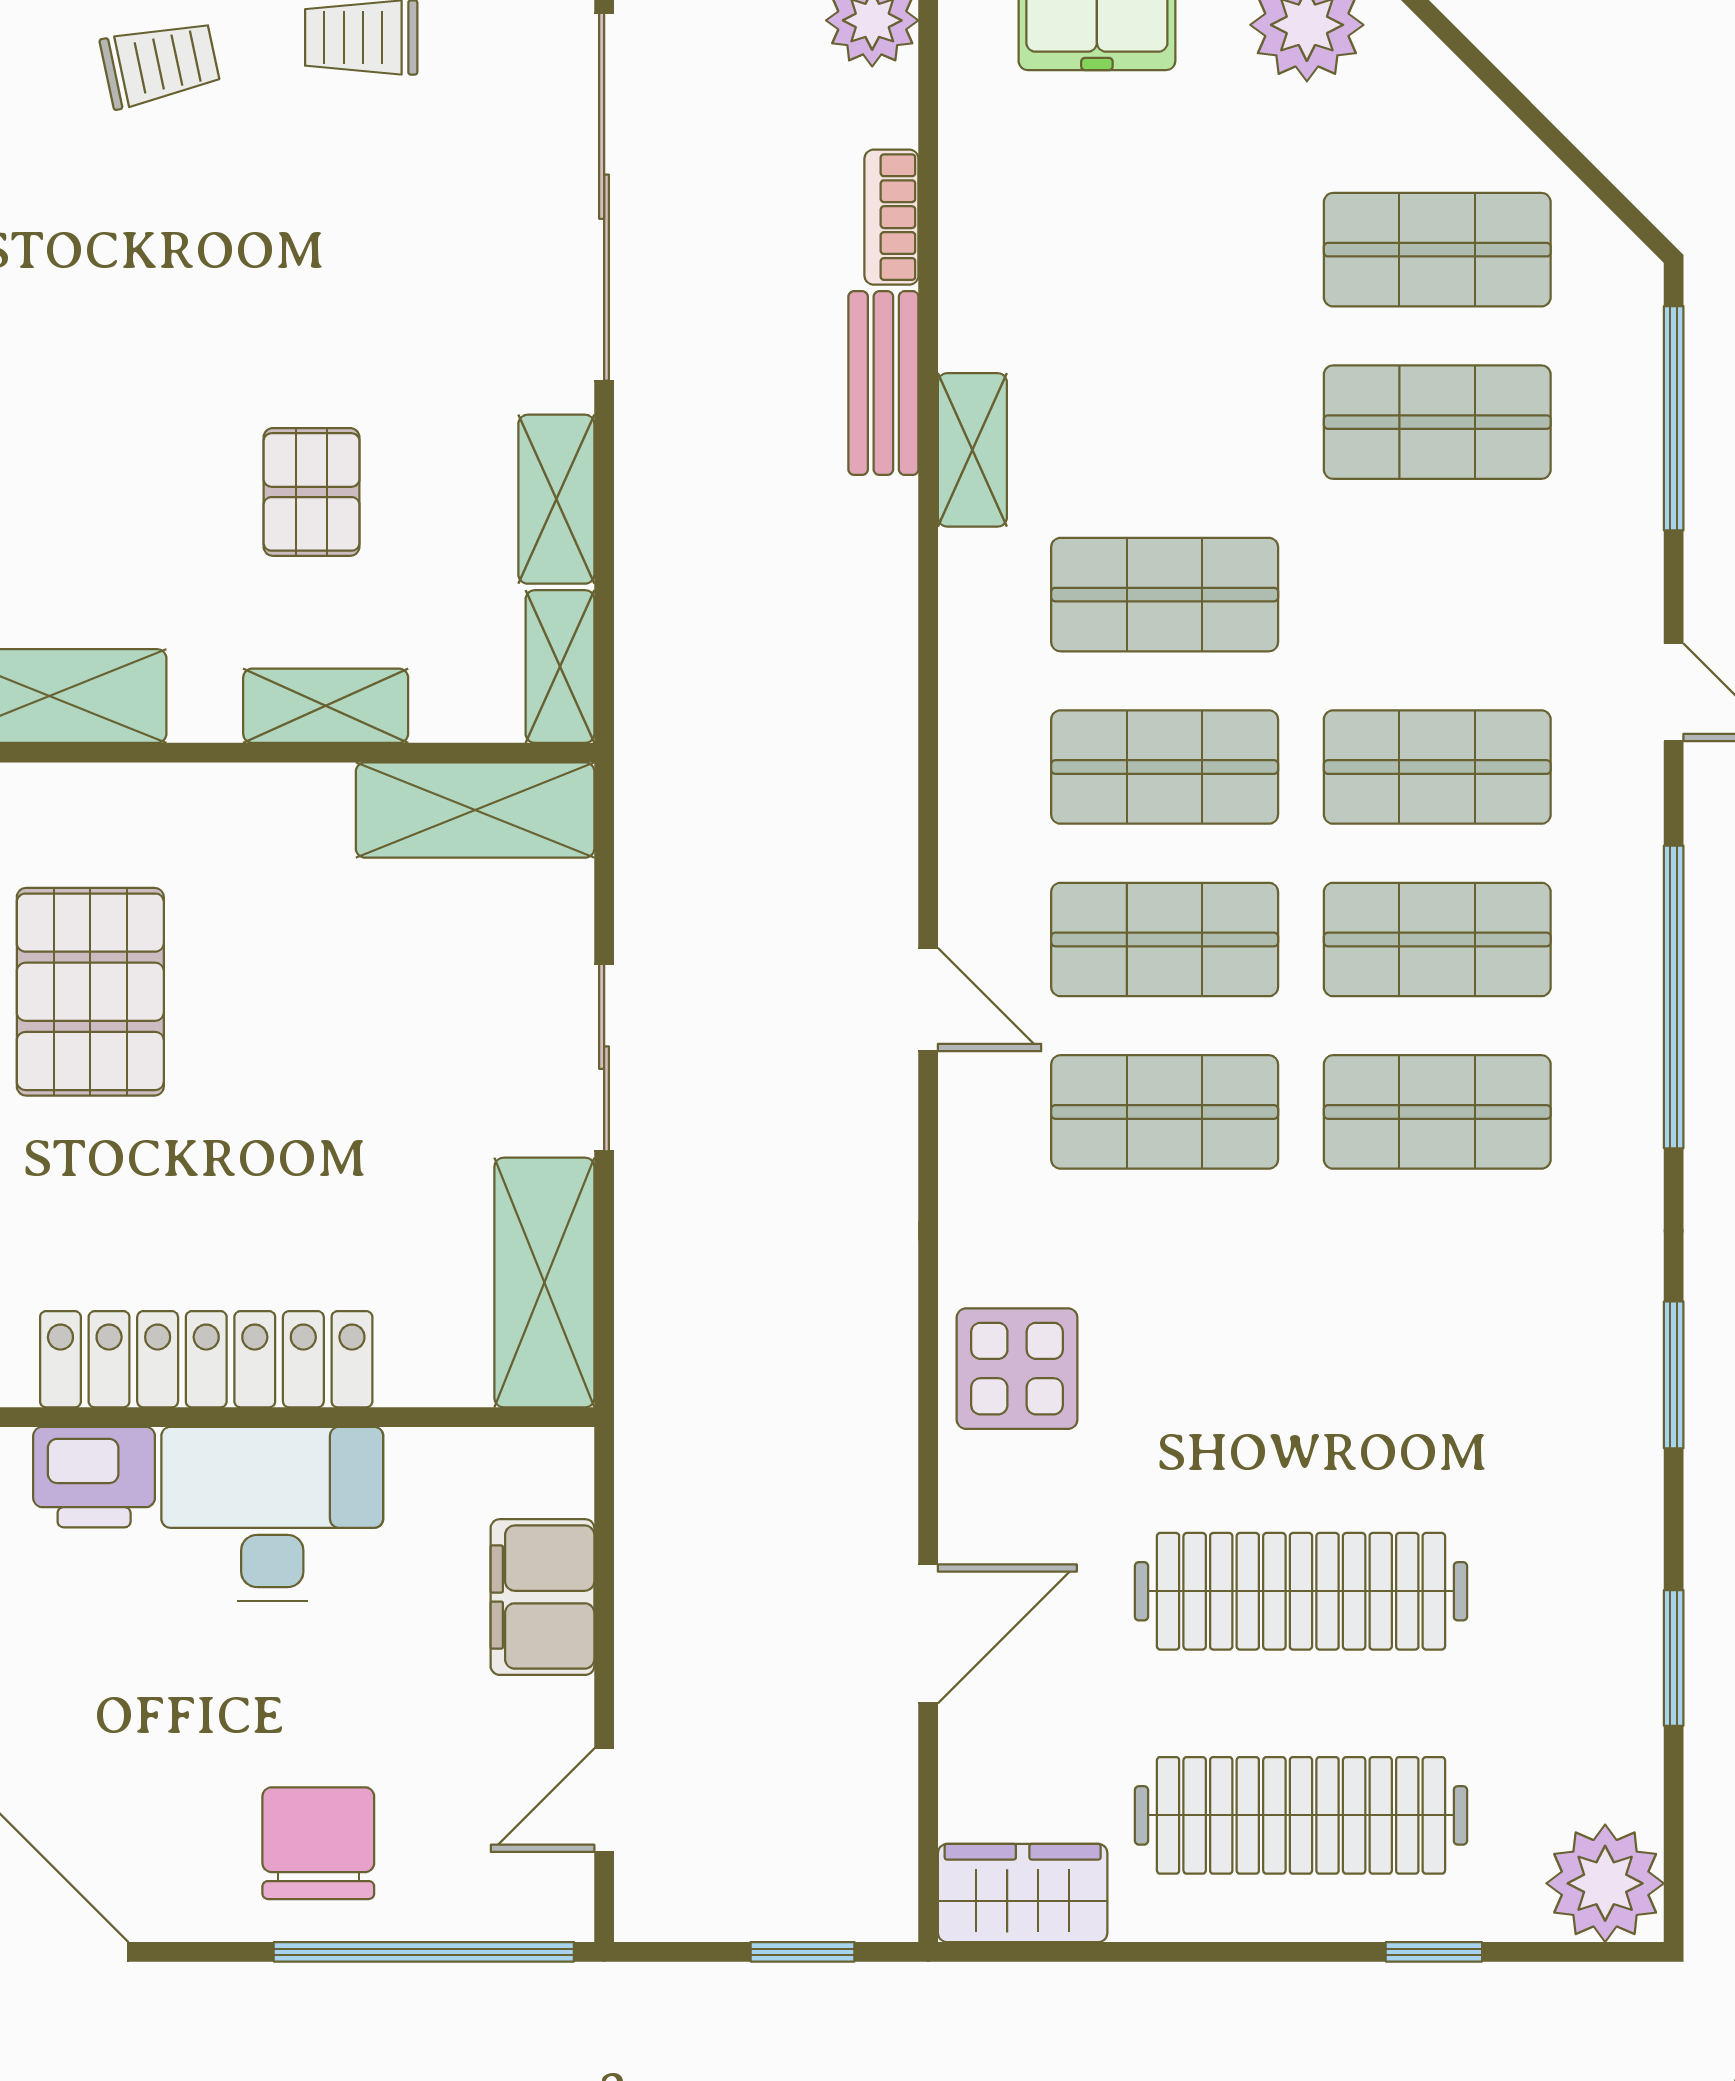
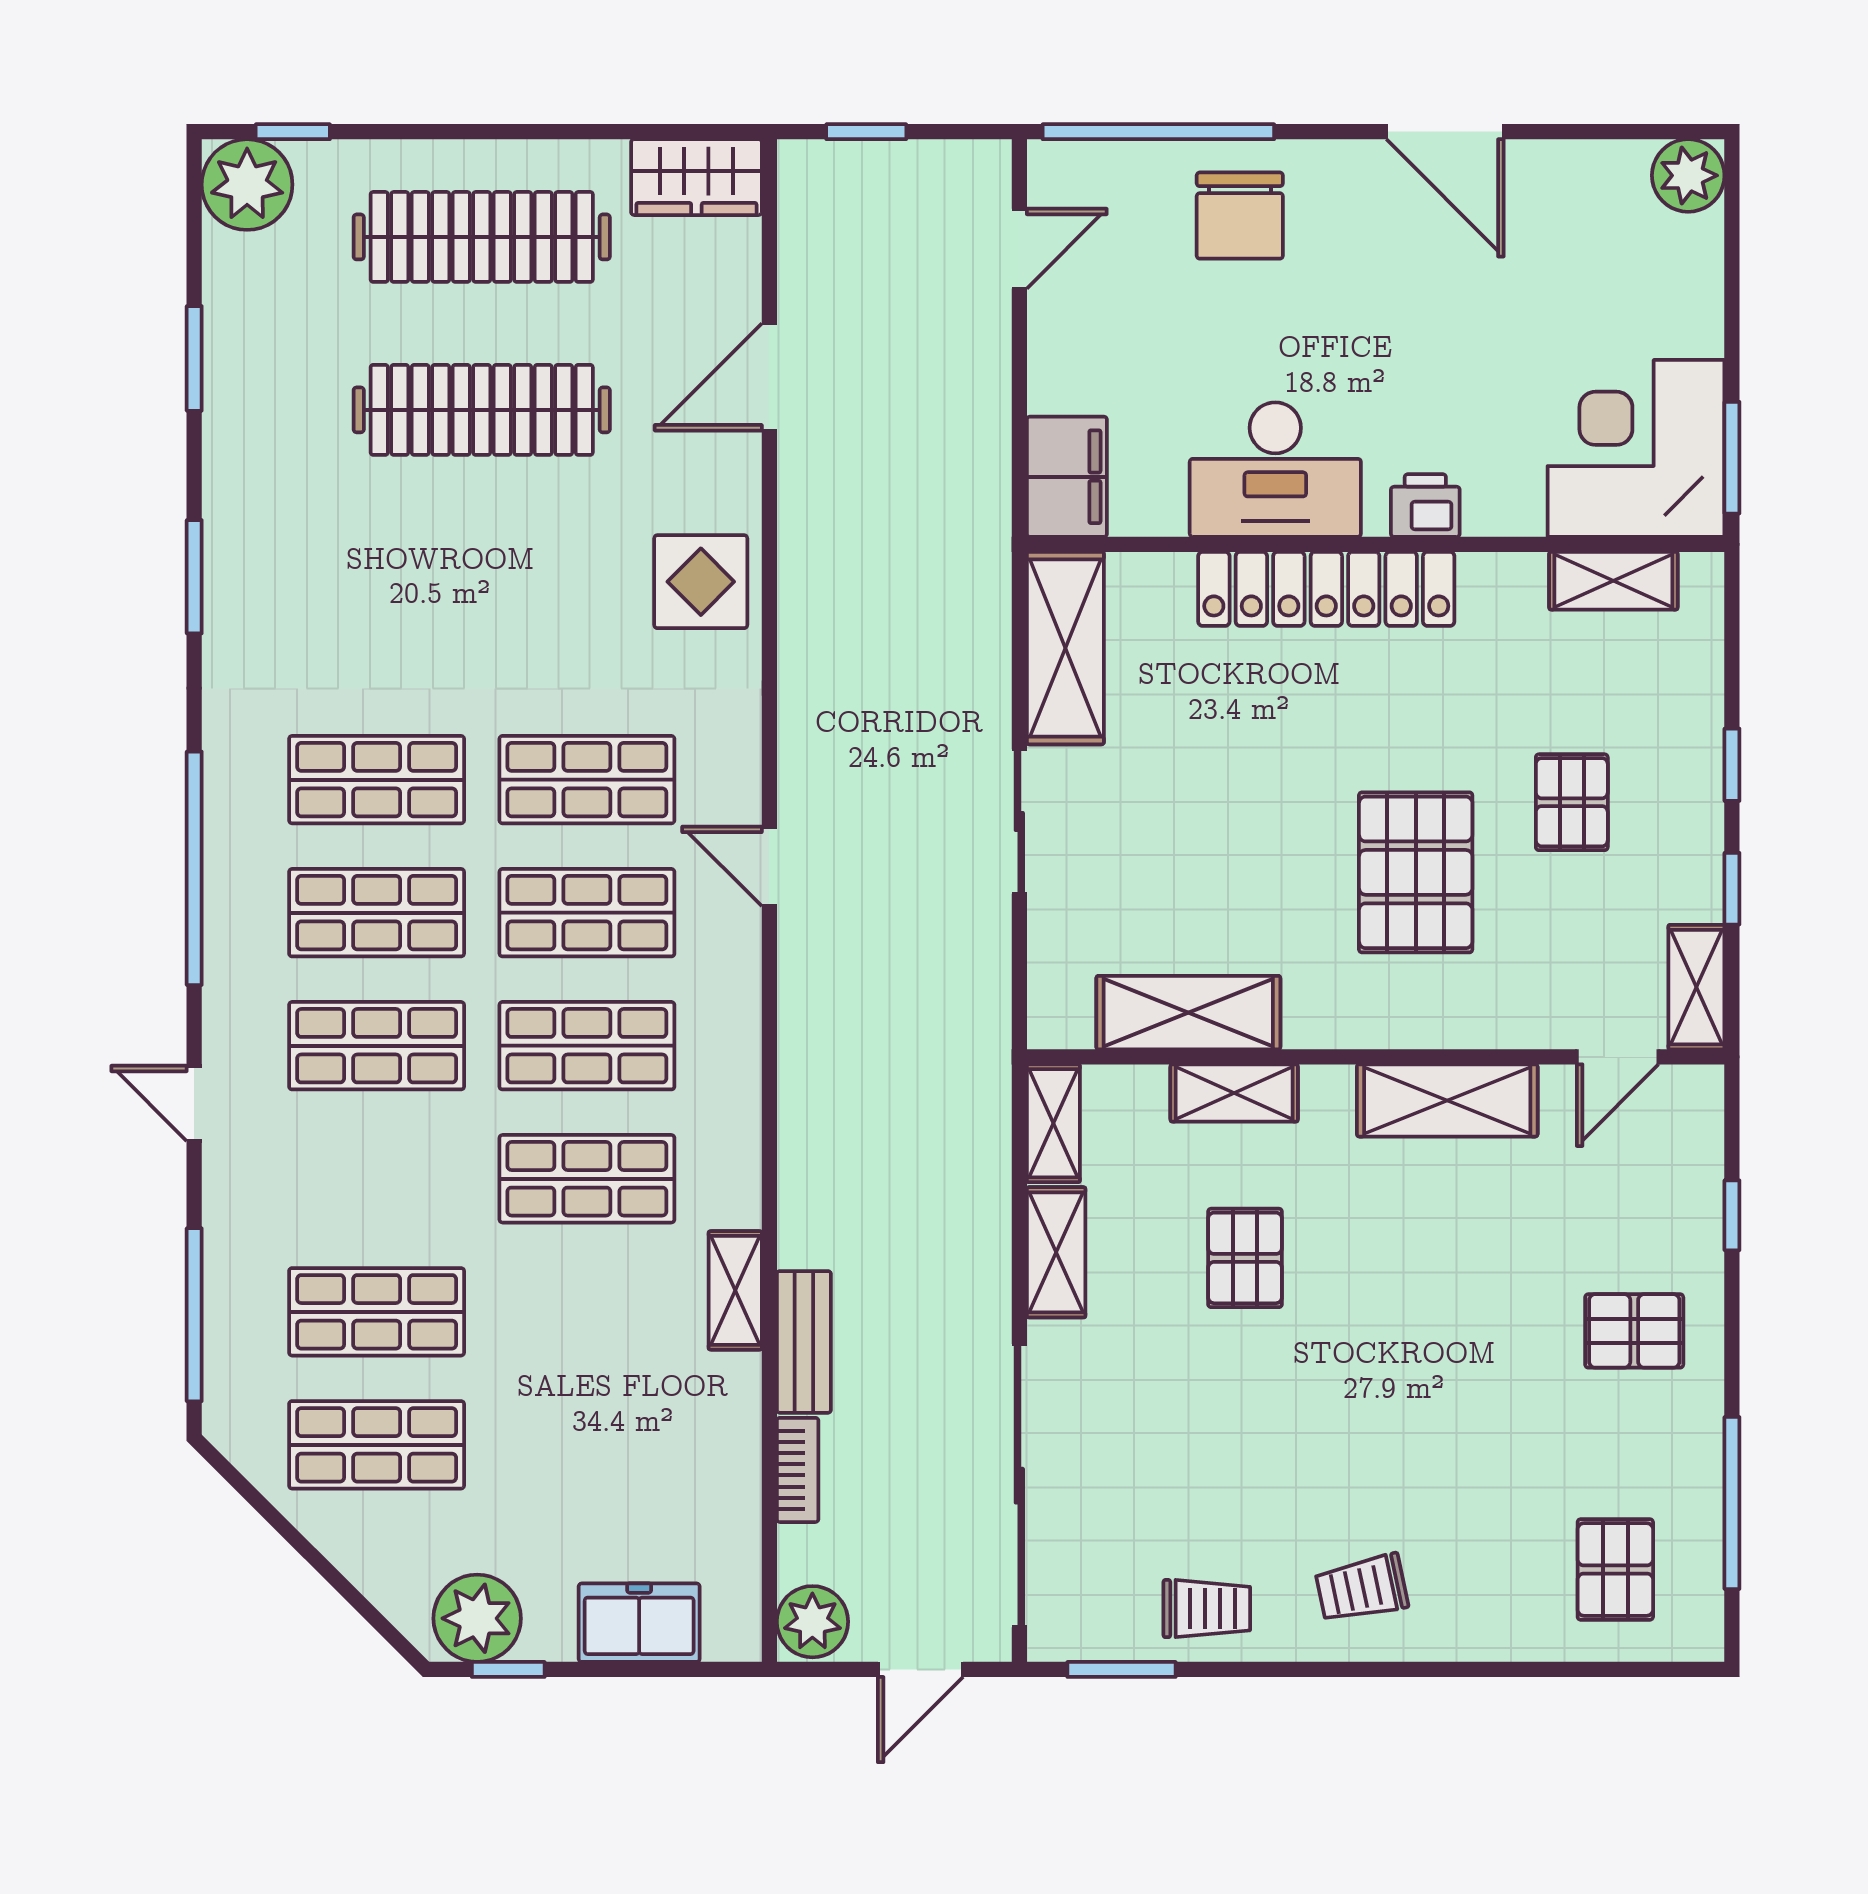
shelving: (475, 810) -> (1188, 1013), moved
printer: (94, 1477) -> (1425, 505), width x0.73, depth x0.81
filing cabinet: (542, 1597) -> (1067, 477), moved
window: (1434, 1952) -> (293, 132), moved

